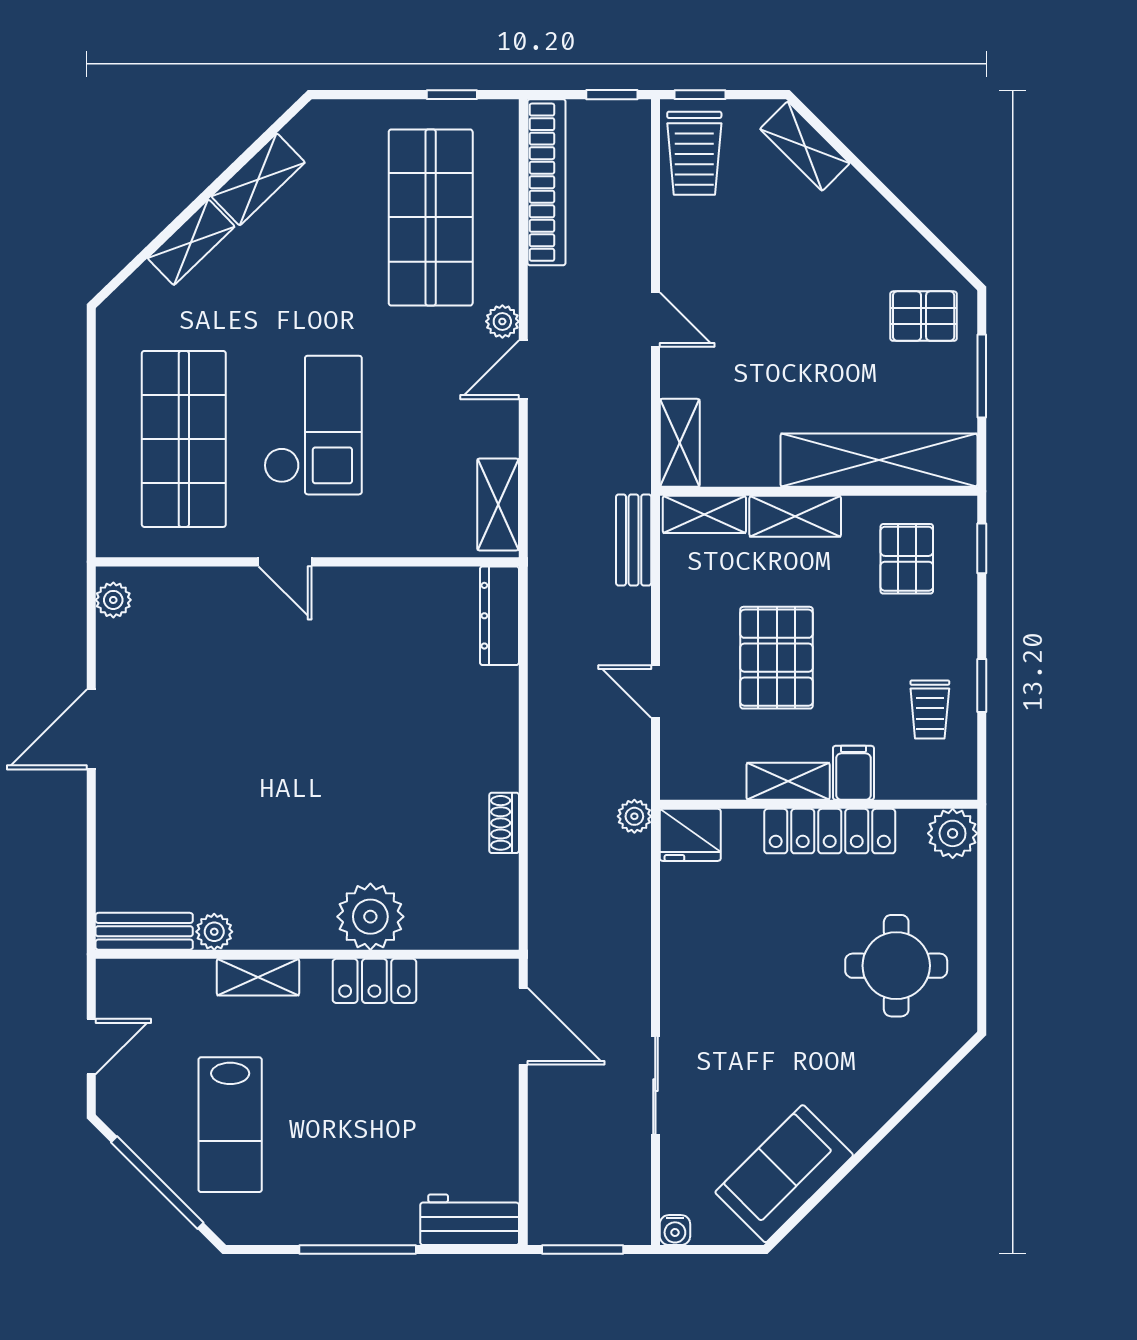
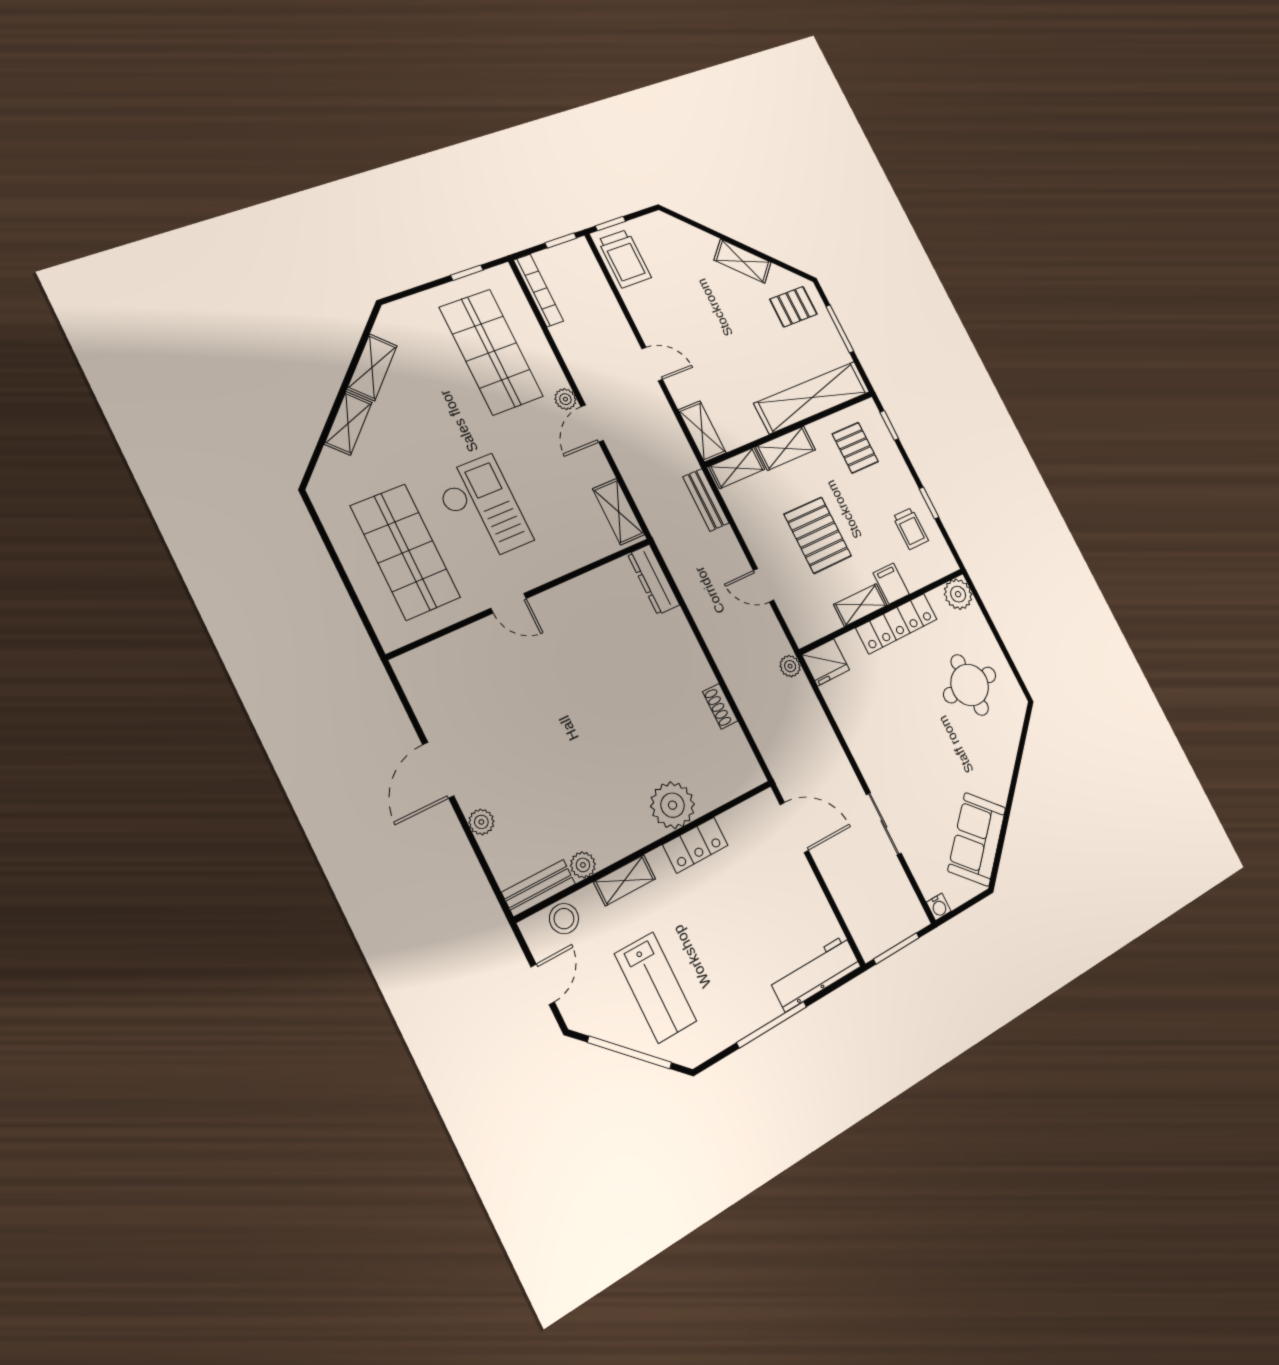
shelving: (805, 146) -> (743, 261), moved
bookcase: (547, 182) -> (539, 290), width x0.68, depth x0.76
plant: (113, 600) -> (481, 822), moved
stool: (157, 984) -> (564, 919), added
workbench: (470, 1220) -> (815, 973), width x1.38

